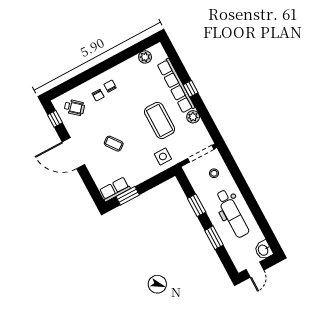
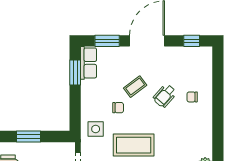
chair: (110, 86) -> (118, 108), moved
wheelchair: (74, 107) -> (165, 96), moved
window: (90, 184) -> (107, 41), added

